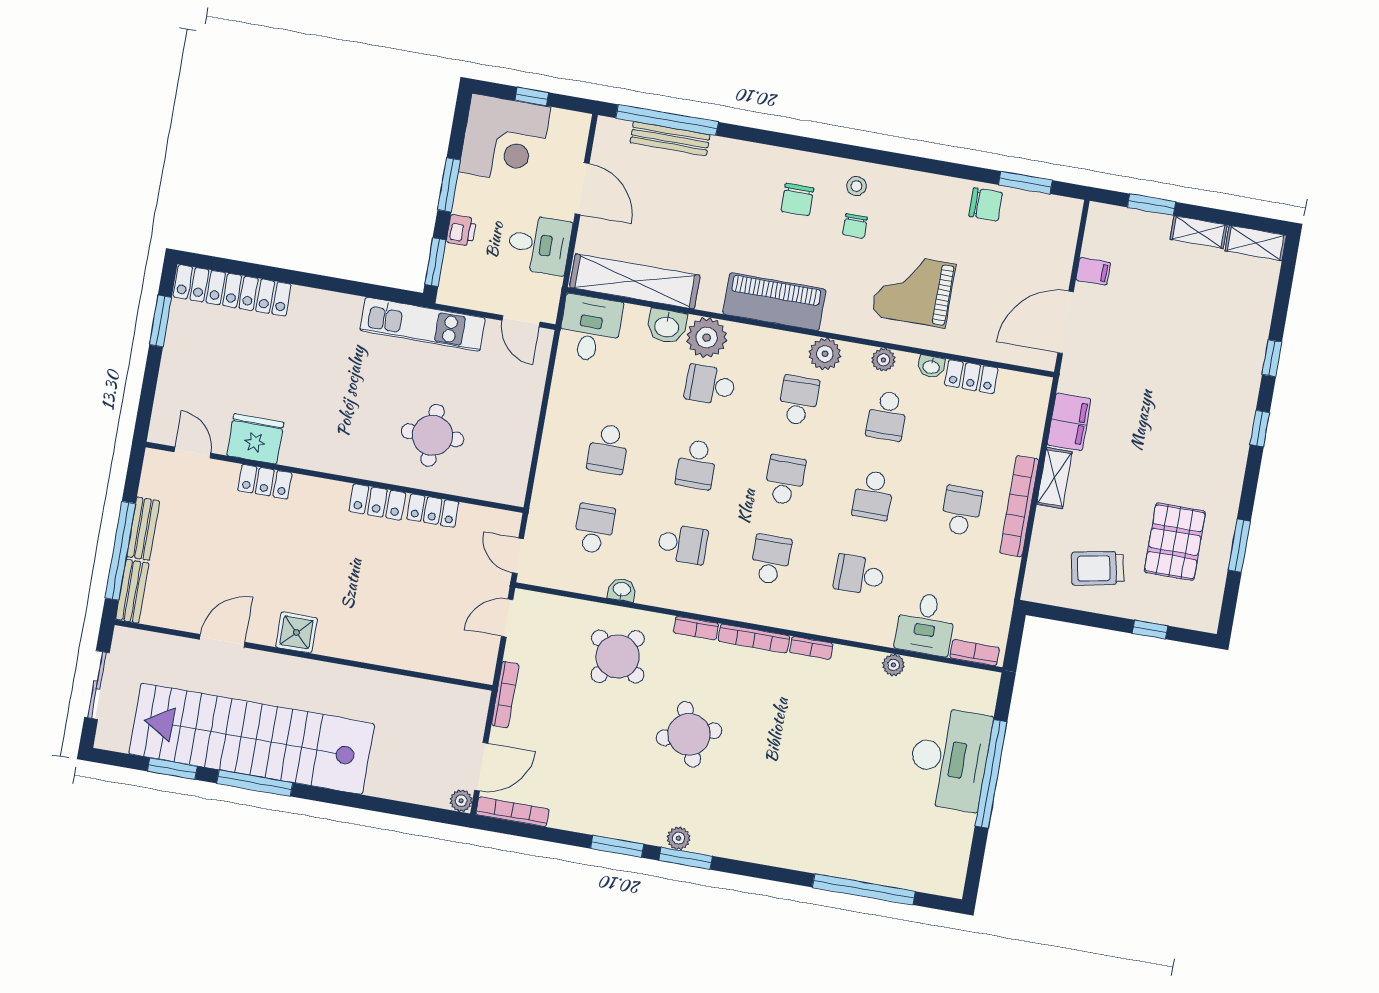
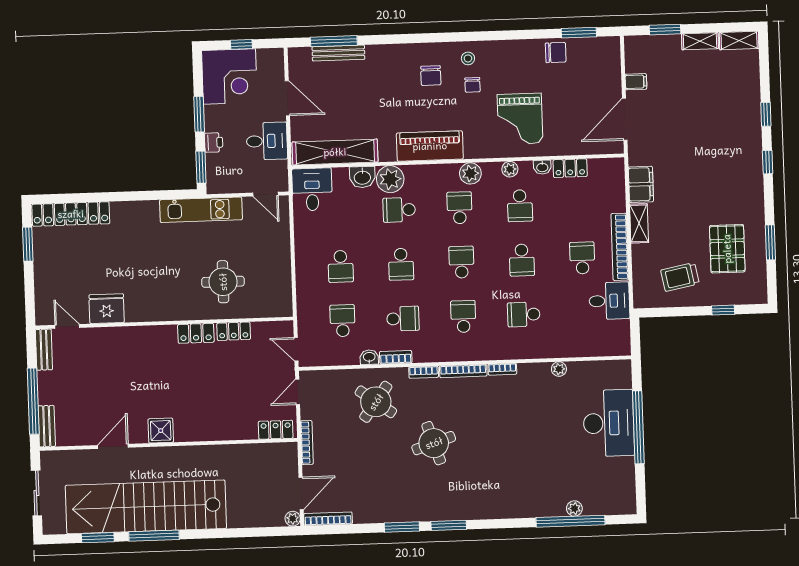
window: (667, 120) -> (334, 41), width x0.68
grand piano: (914, 290) -> (520, 119), turned -90
locker: (265, 482) -> (276, 430), moved, turned 180
bench: (143, 529) -> (44, 350), moved
desk: (925, 624) -> (609, 301), moved, turned -90
bookcase: (975, 653) -> (396, 357), moved
plant: (679, 838) -> (574, 509), moved

